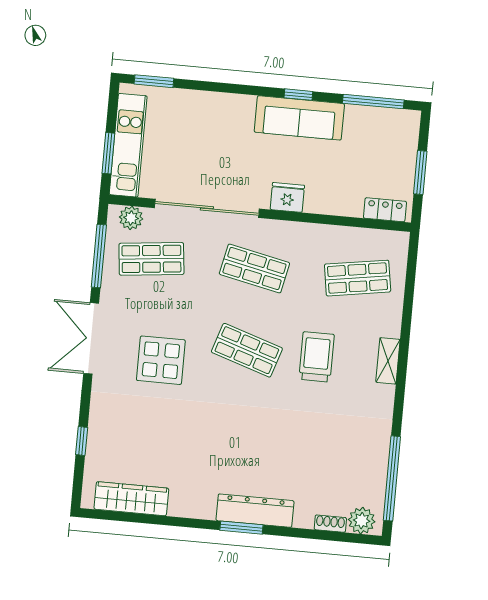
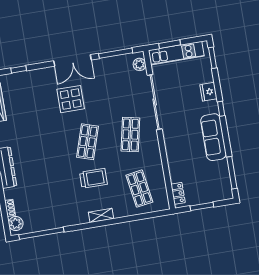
window: (298, 95) -> (221, 109), moved
fridge: (287, 197) -> (208, 92), moved, turned 180
shop shelf: (151, 259) -> (121, 80), removed
double door: (91, 338) -> (72, 60), swing flipped

